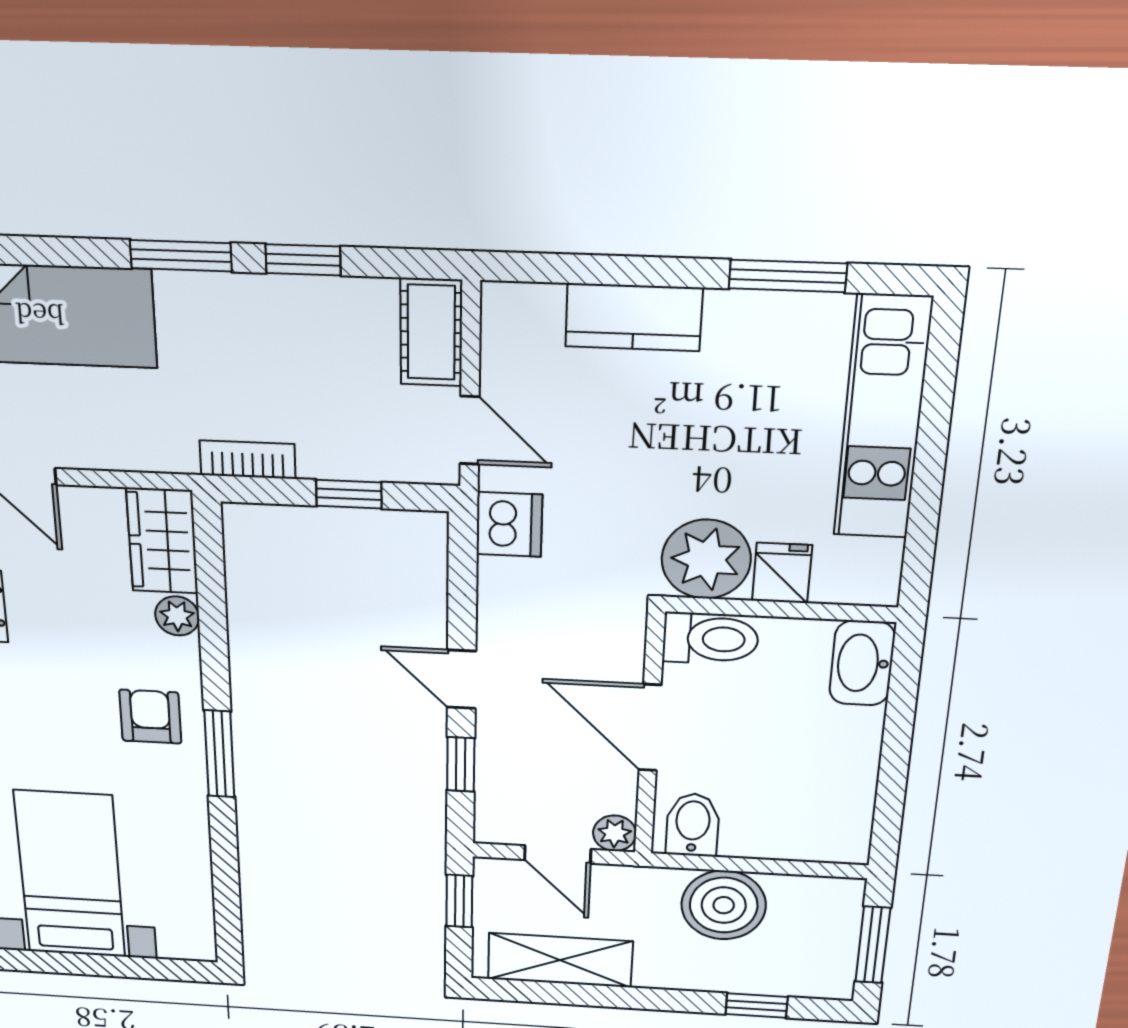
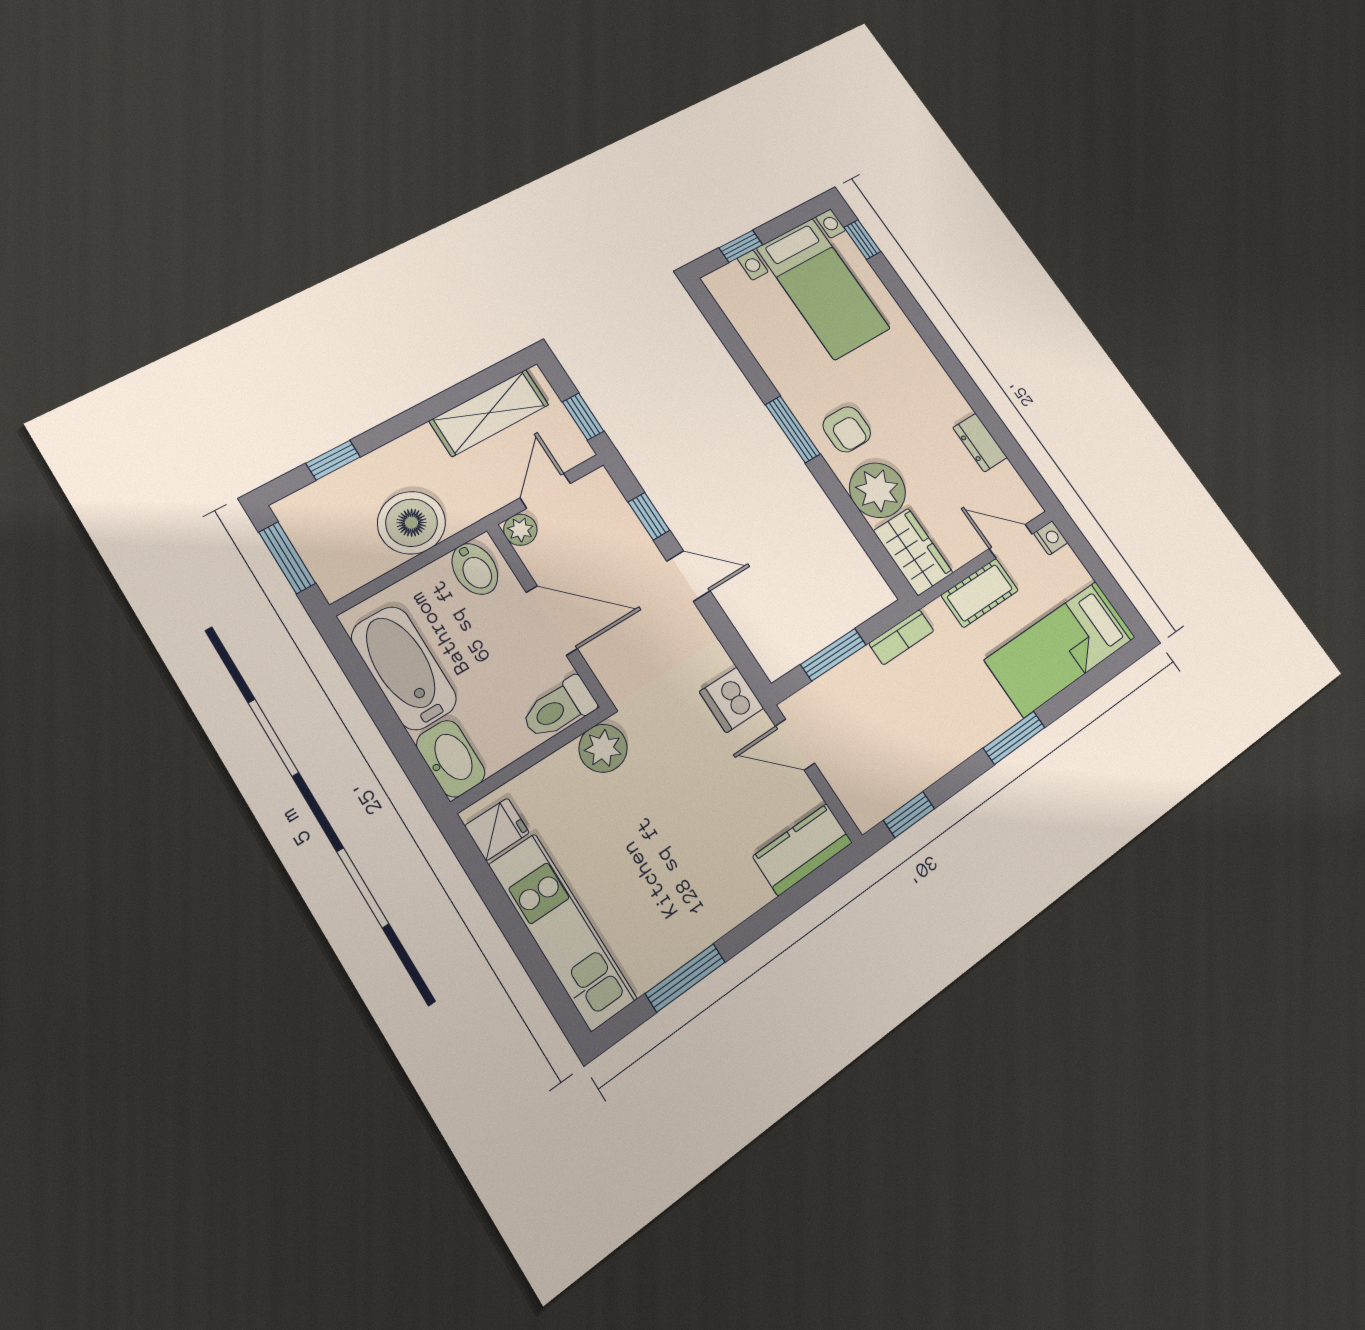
window: (303, 260) -> (909, 814), moved
kitchen counter: (634, 317) -> (803, 849), moved
cot: (431, 332) -> (980, 593), moved, turned 90
window: (349, 494) -> (833, 655), width x1.50
plant: (706, 559) -> (603, 748), width x0.73, depth x0.73
fridge: (782, 573) -> (497, 829), moved, turned -90
plant: (177, 616) -> (877, 490), width x1.88, depth x1.88
bathtub: (840, 777) -> (404, 668), added
door: (558, 854) -> (545, 491), hinge flipped
window: (142, 968) -> (741, 246), added

